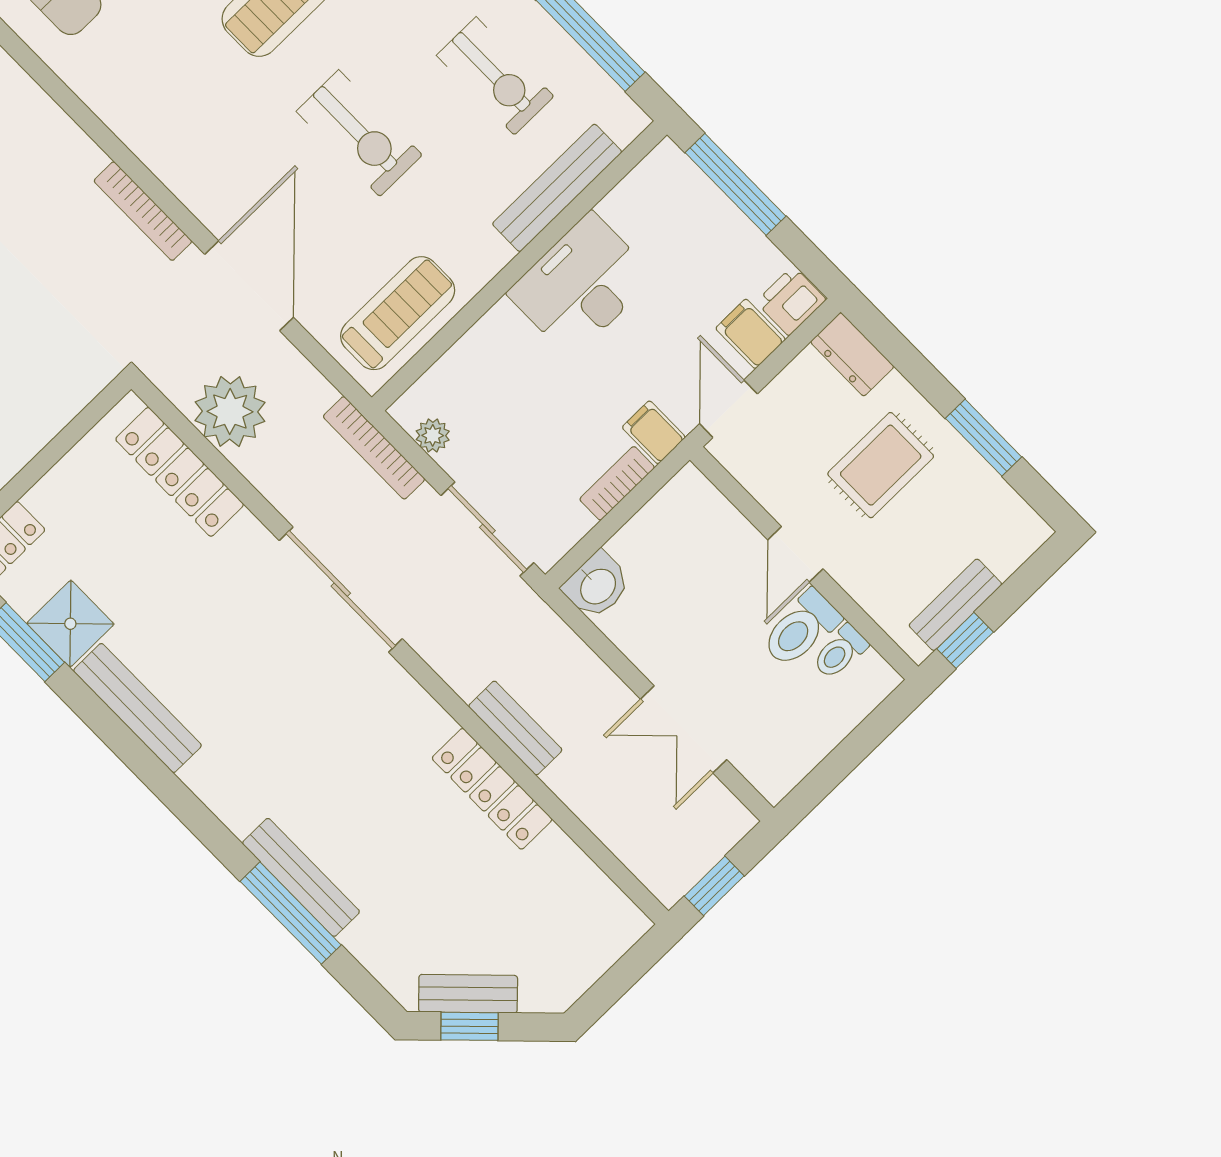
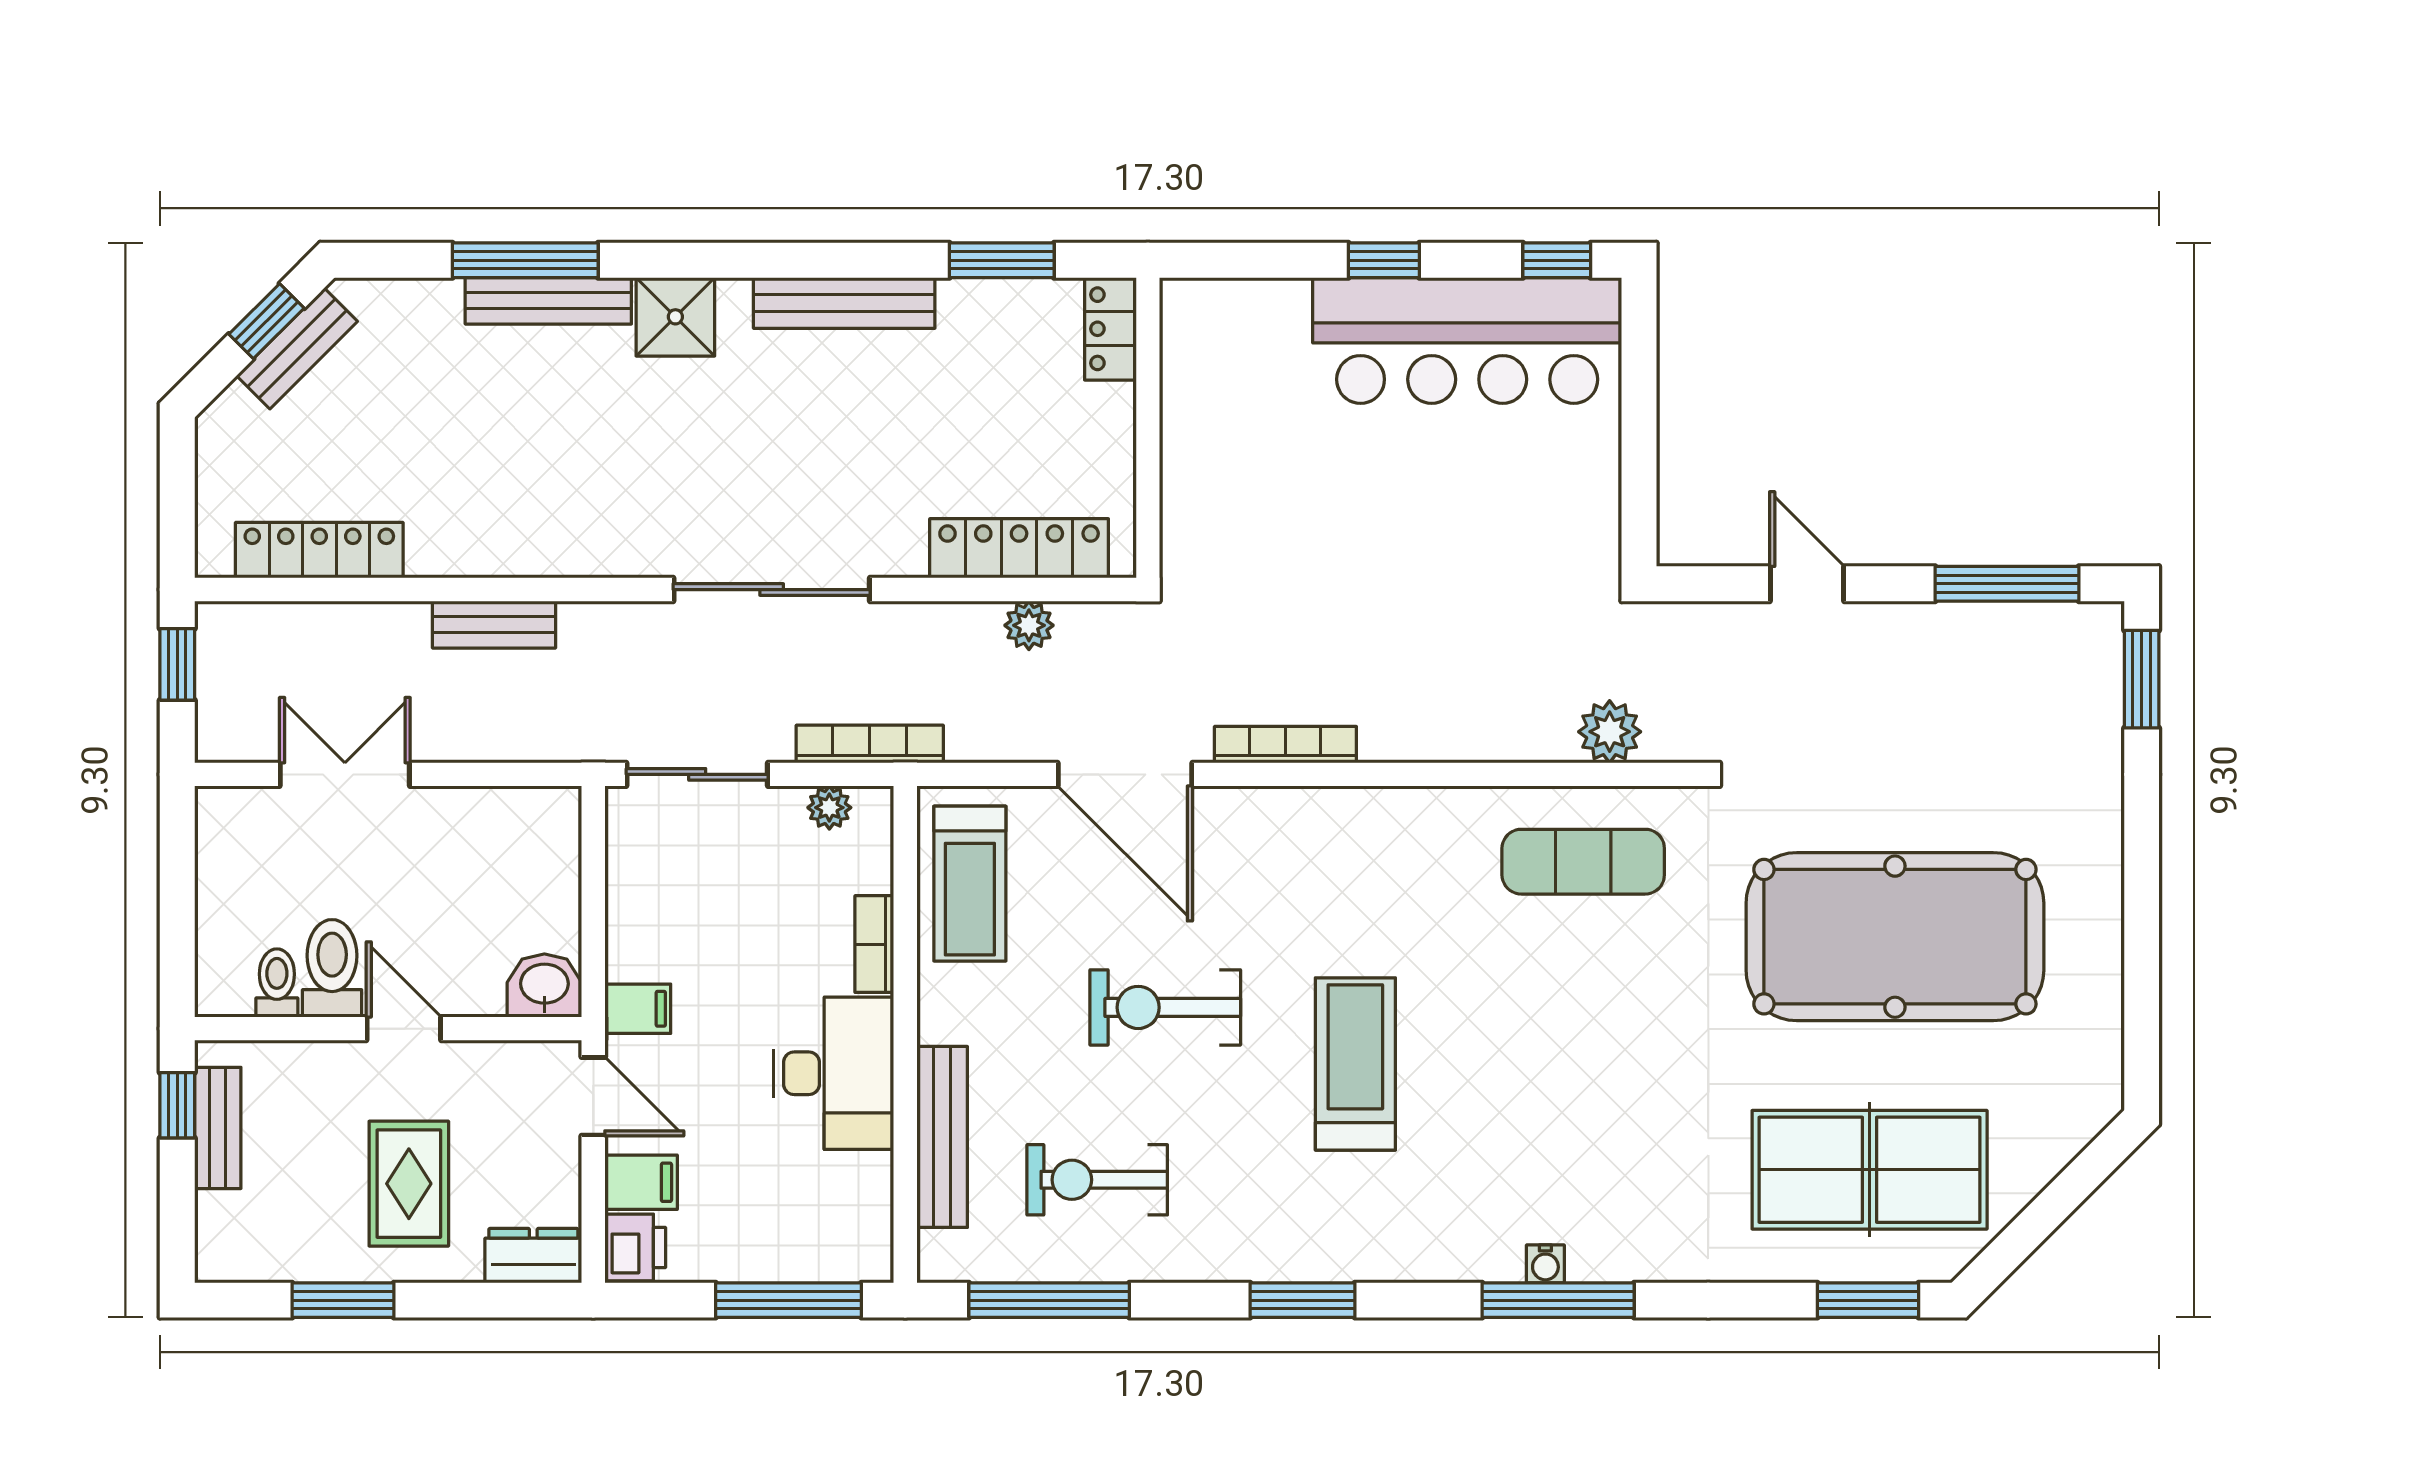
plant: (230, 412) -> (1029, 625), width x0.53, depth x0.53
bookcase: (617, 483) -> (874, 944), moved, turned 180
washbasin: (597, 585) -> (544, 986), moved, turned 90
shower: (70, 624) -> (675, 317), moved
locker: (492, 789) -> (319, 550), moved

